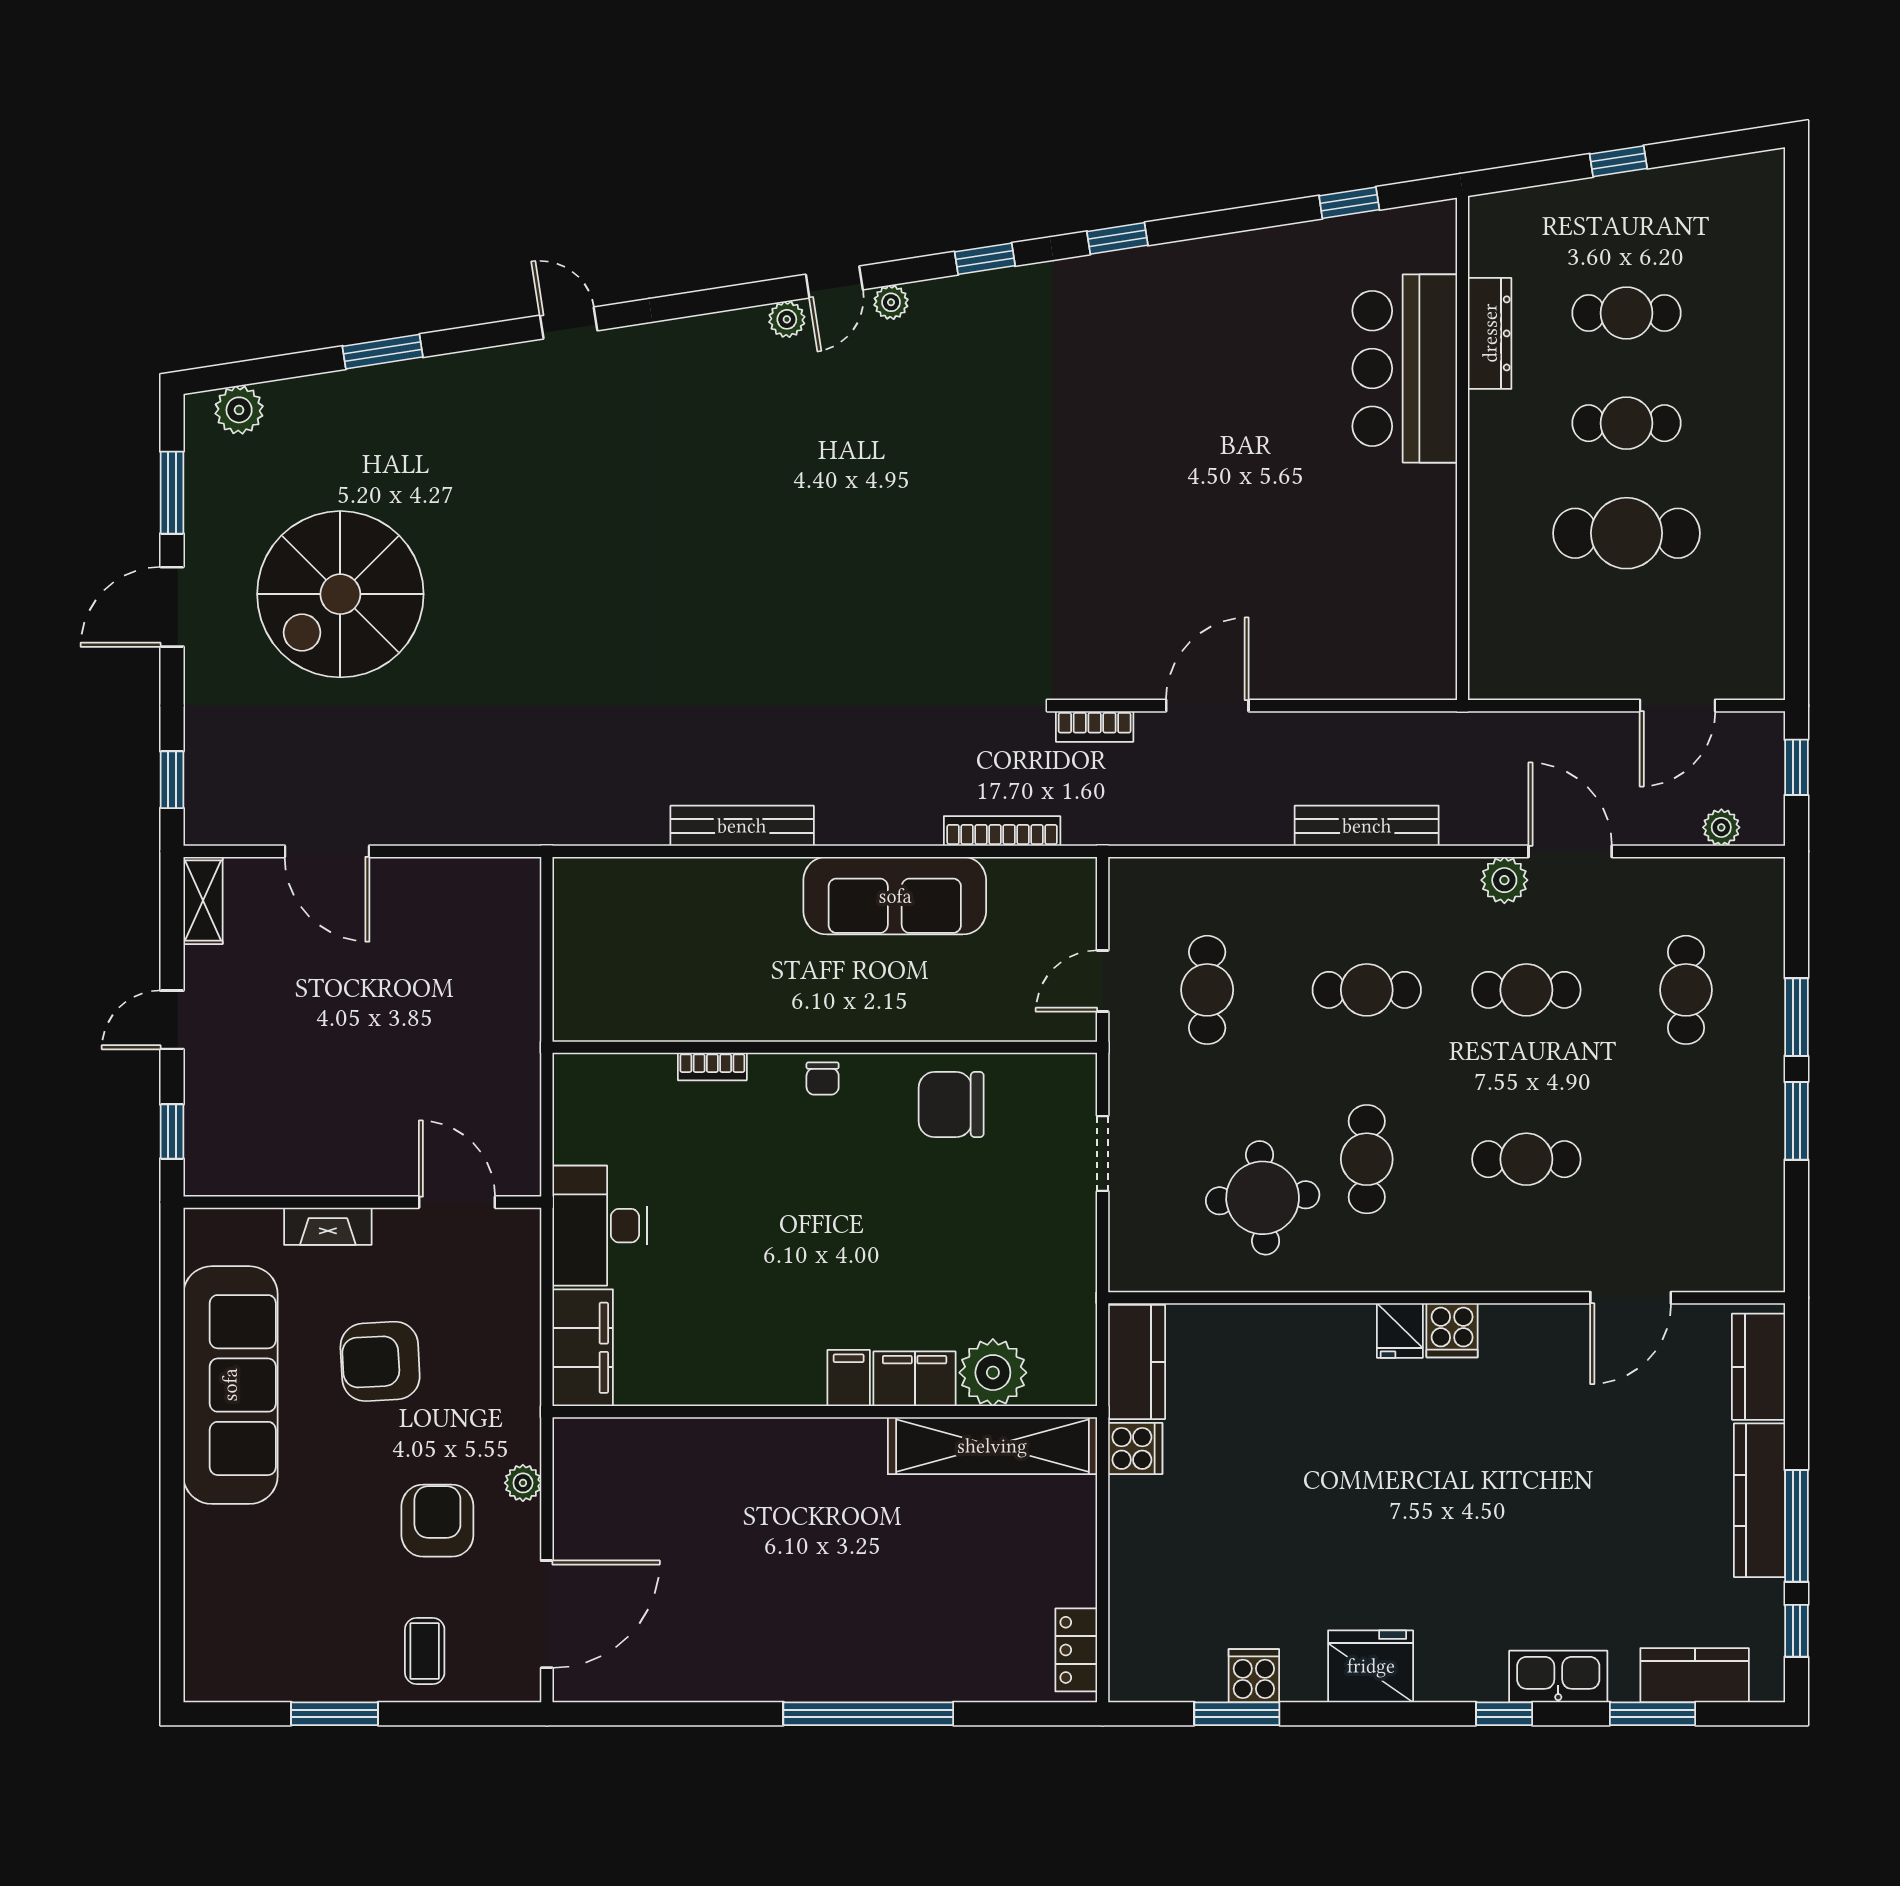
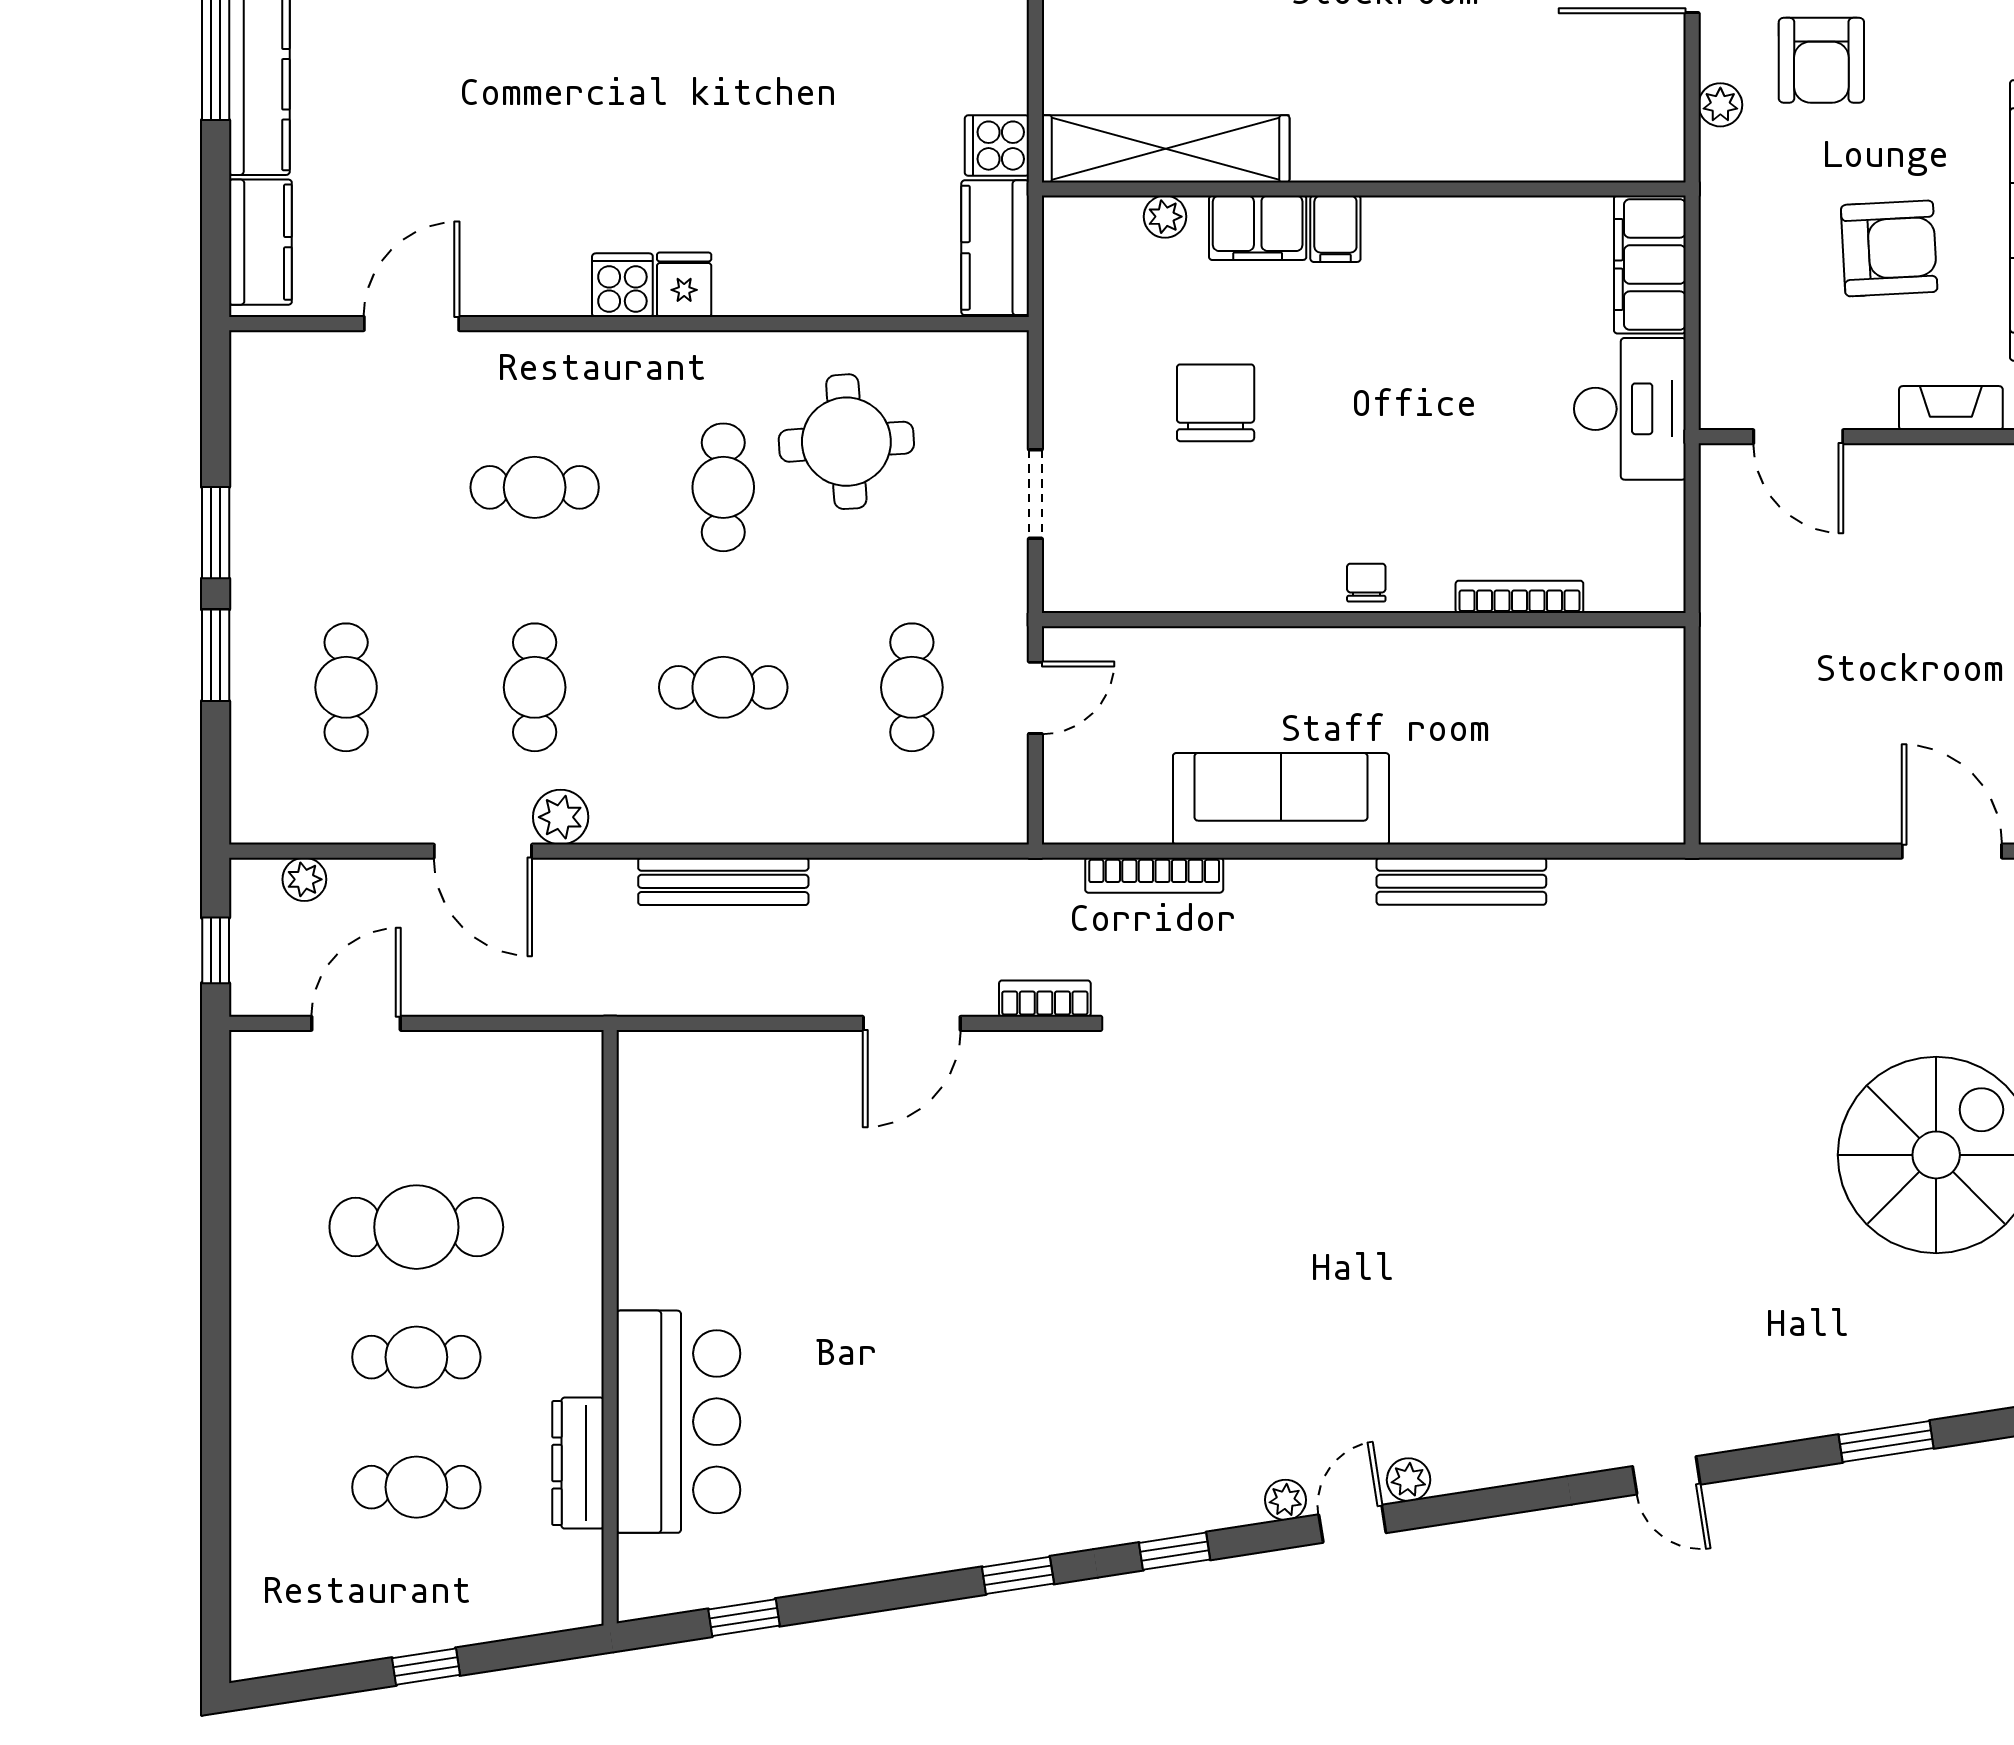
cafe table: (1526, 990) -> (535, 687), turned 90
bookcase: (712, 1066) -> (1519, 597), width x1.56
chair: (951, 1105) -> (1216, 403), moved, turned -90
plant: (993, 1373) -> (1165, 217), width x0.53, depth x0.53

